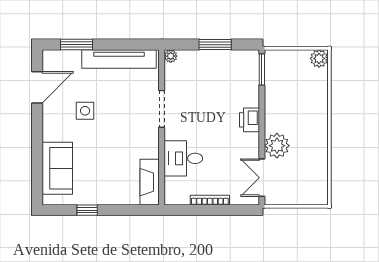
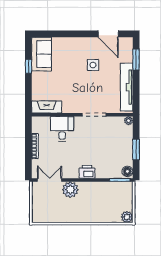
floor lamp: (249, 58) -> (127, 171), added
sofa: (57, 168) -> (42, 54), moved, turned -90

